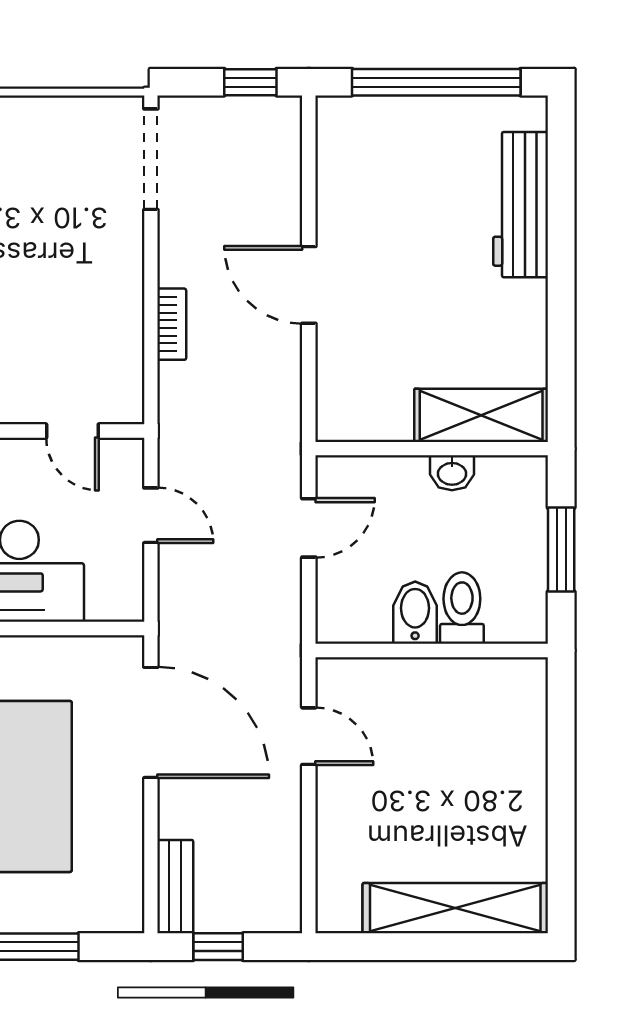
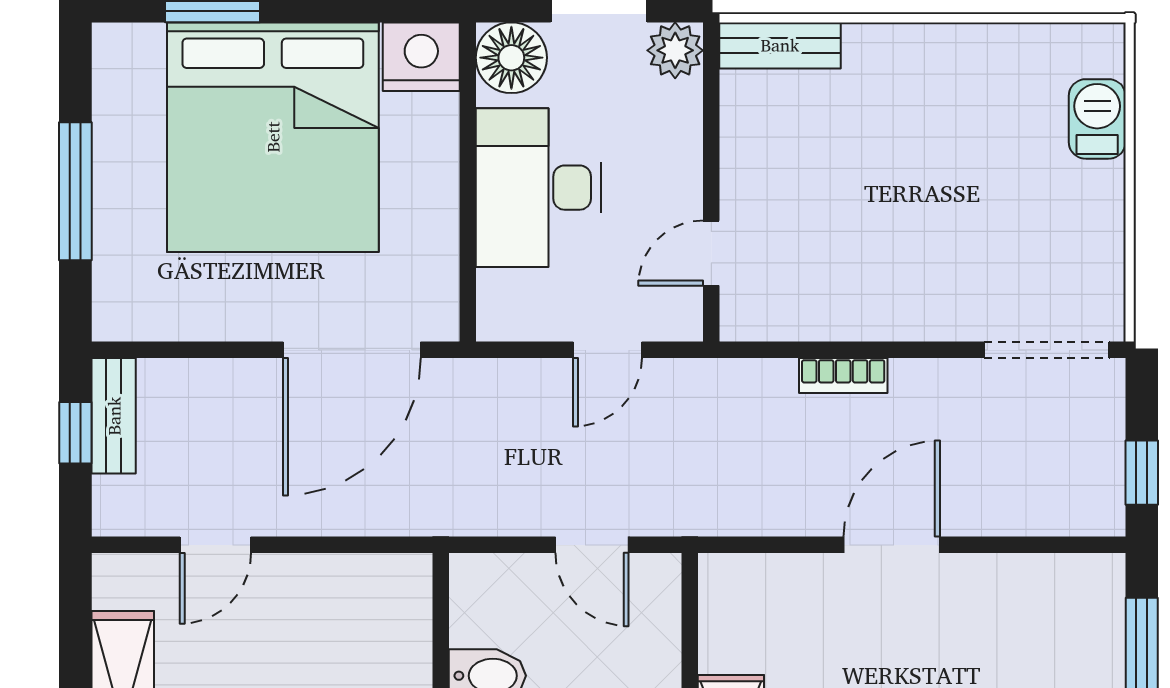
door: (309, 736) -> (215, 545), moved
bench: (175, 887) -> (114, 416), moved, turned 90

